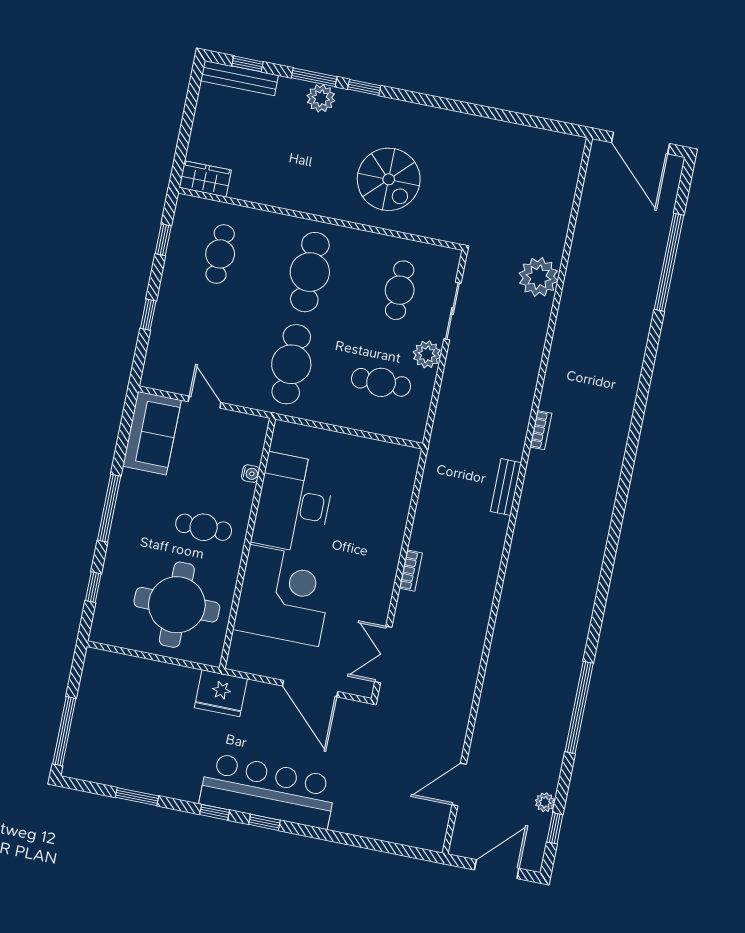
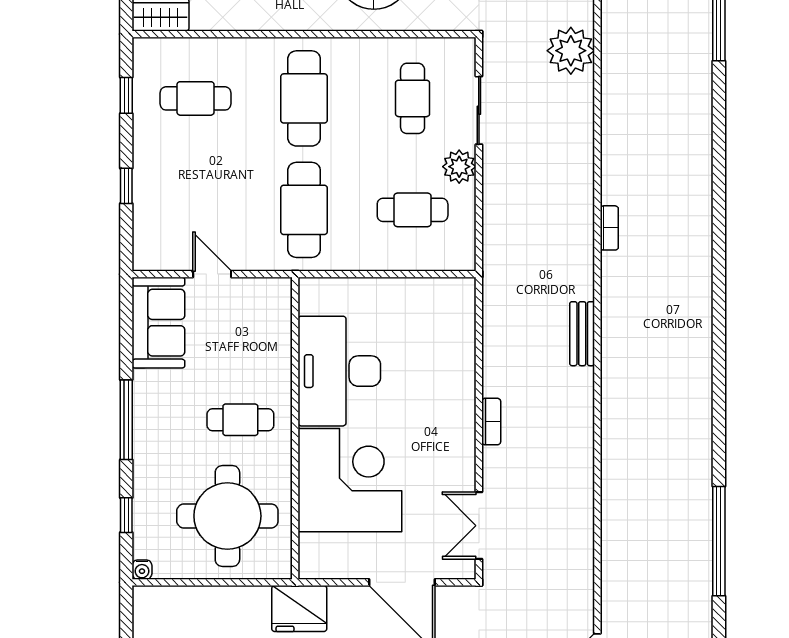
cafe table: (220, 254) -> (196, 98), turned 90
water cooler: (251, 474) -> (142, 570), moved, turned 90
bench: (506, 487) -> (582, 334), moved

